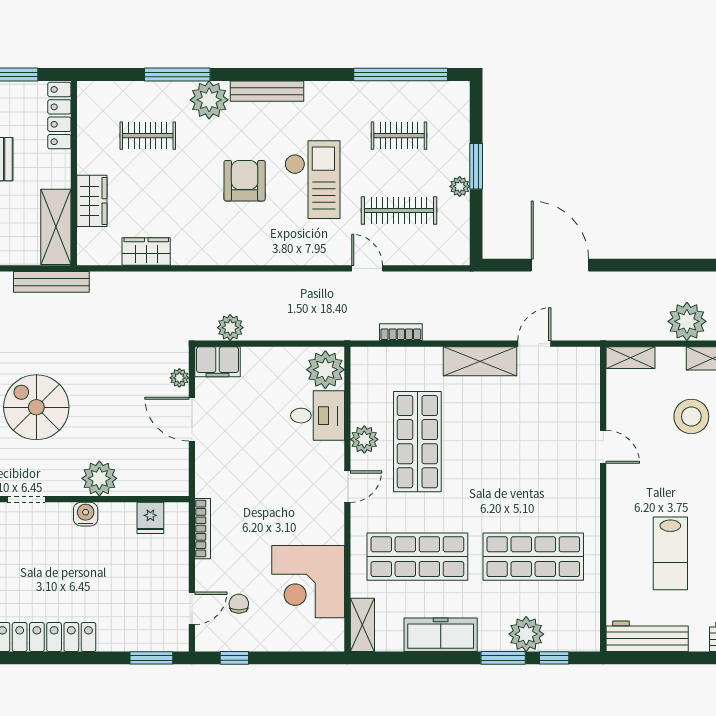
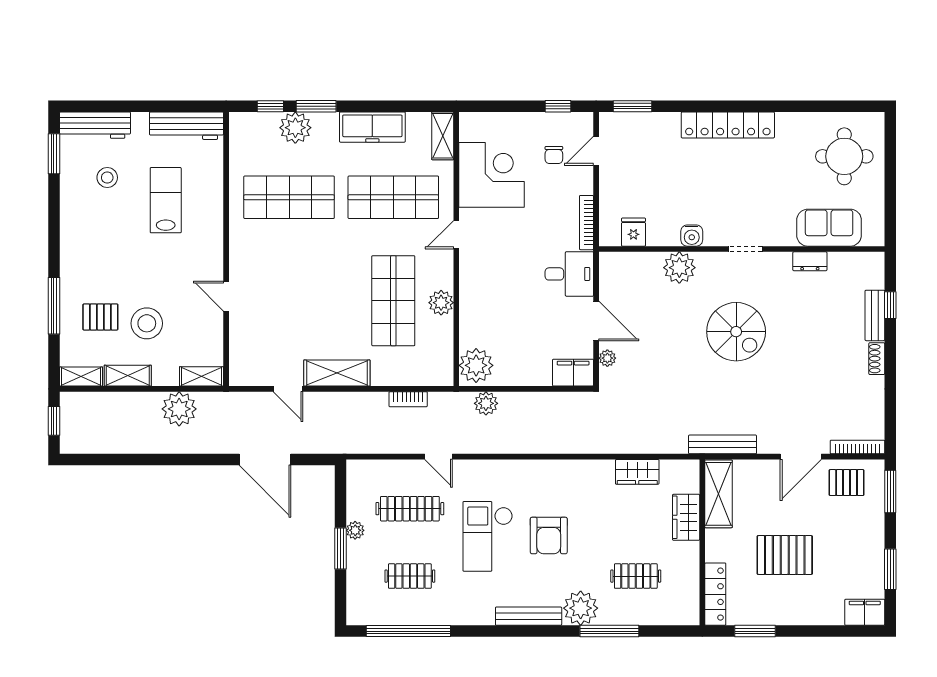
plant: (687, 321) -> (179, 409), moved
plant: (230, 328) -> (486, 403), moved
door: (534, 344) -> (288, 389), hinge flipped
desk: (318, 416) -> (569, 274), moved, turned 180
door: (347, 487) -> (456, 235), moved

